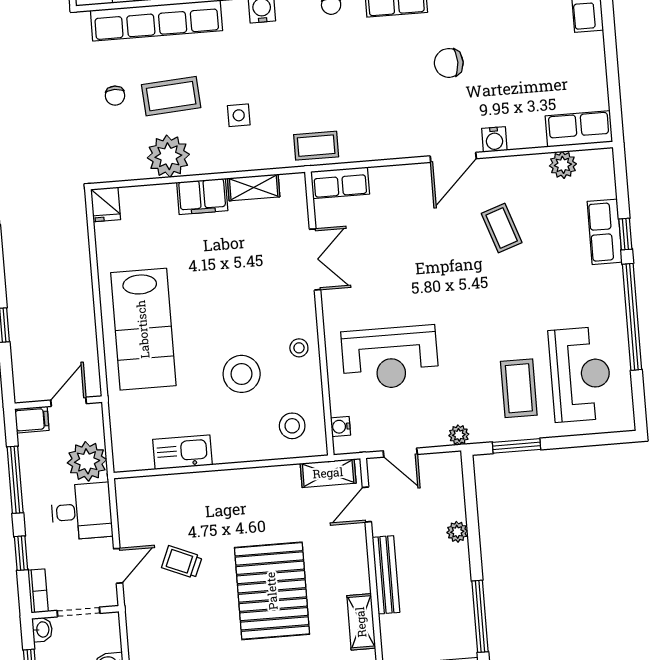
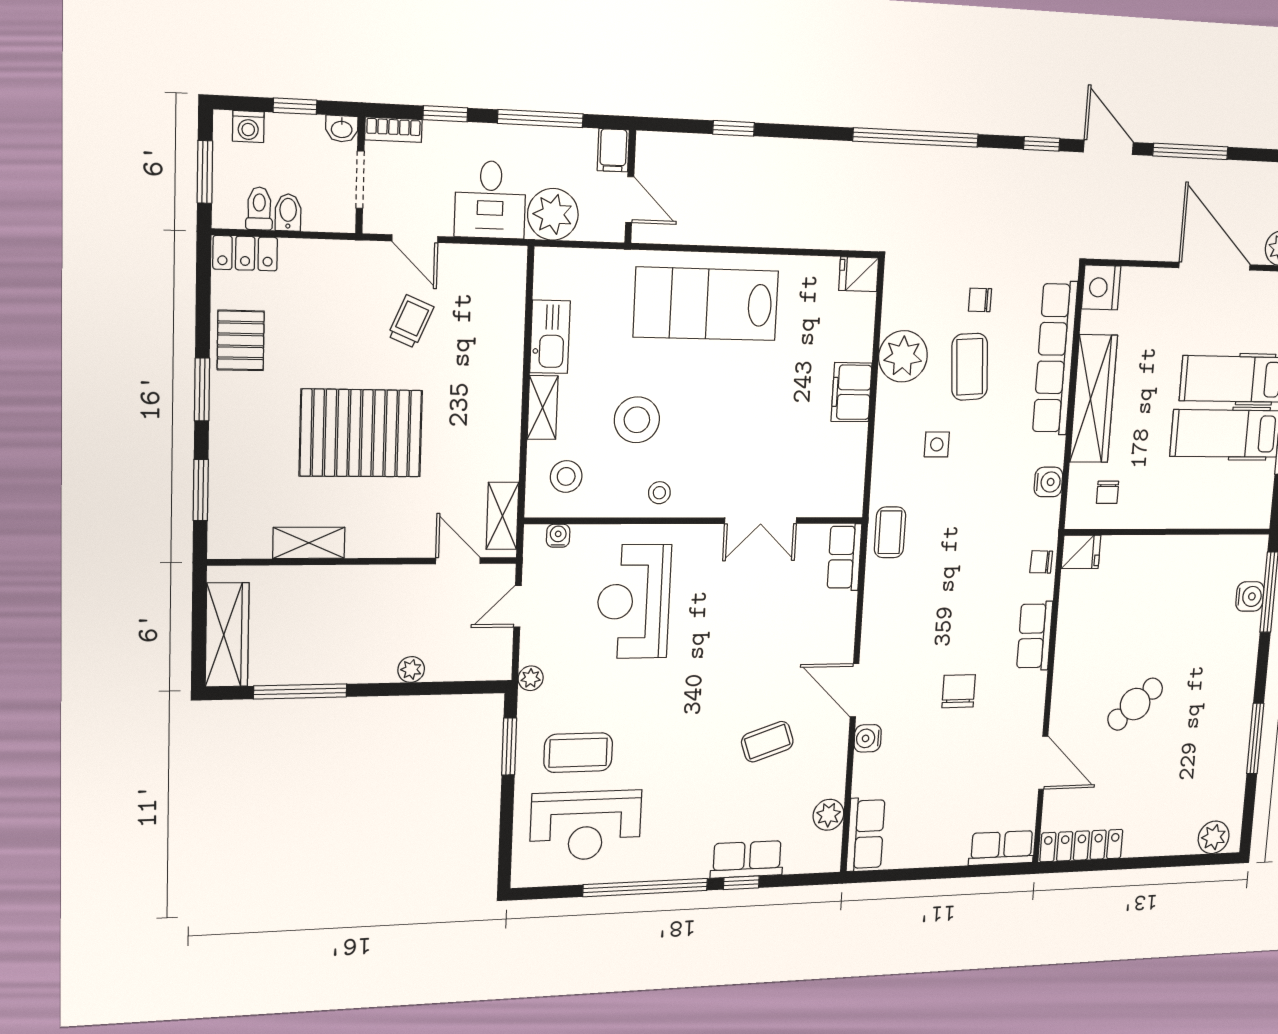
shelving: (254, 187) -> (543, 407), moved
bench: (386, 575) -> (366, 578), removed

